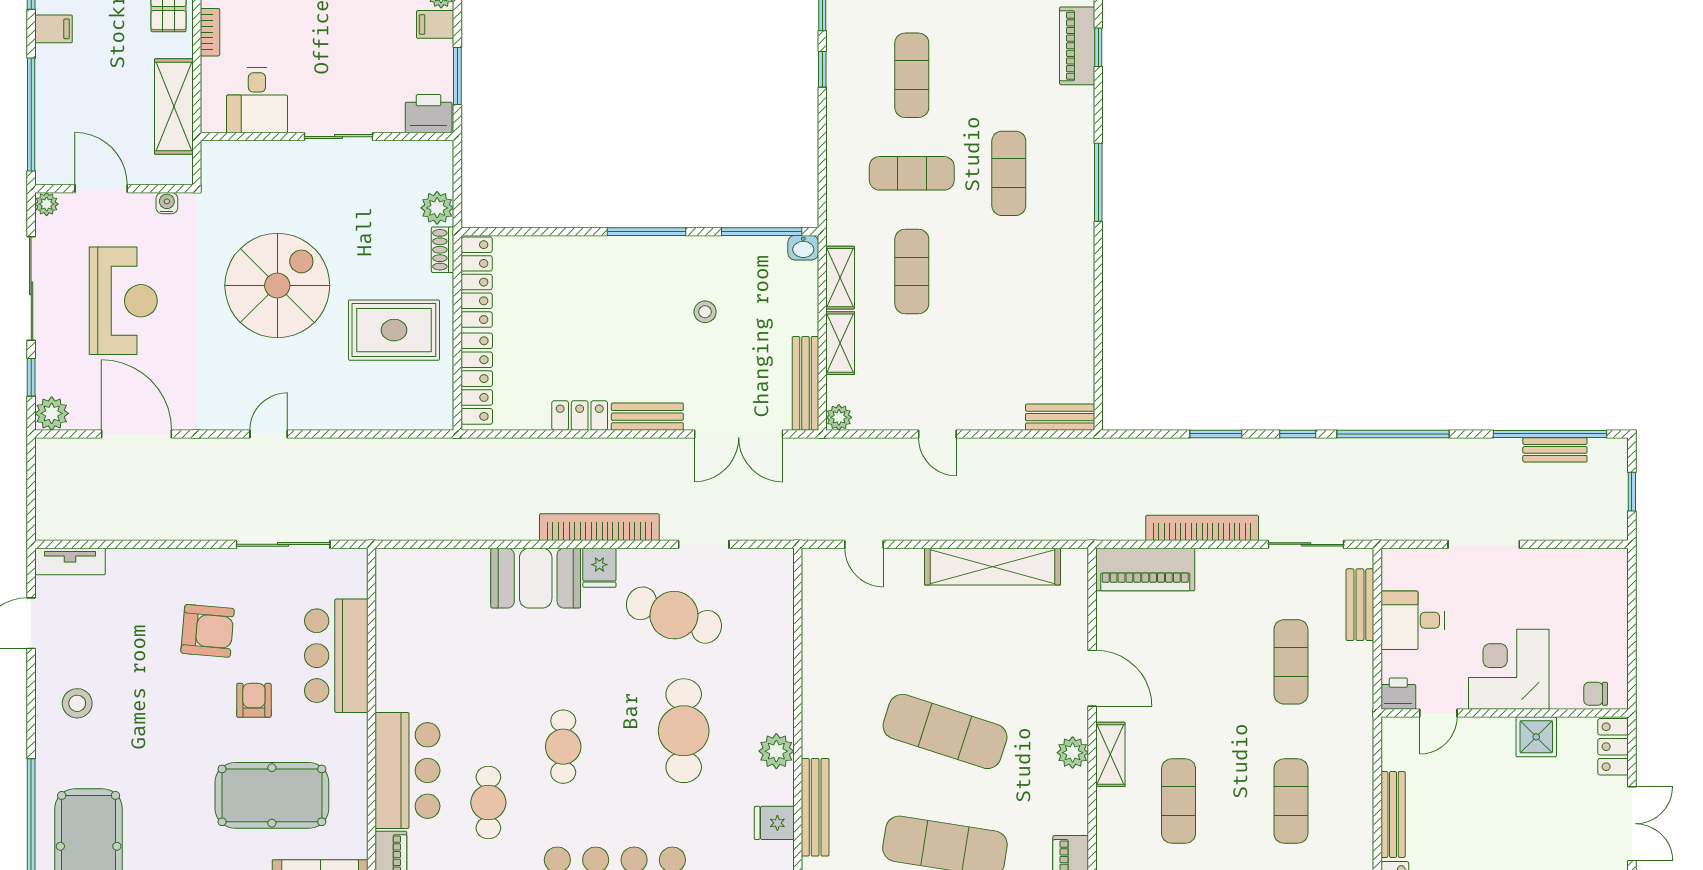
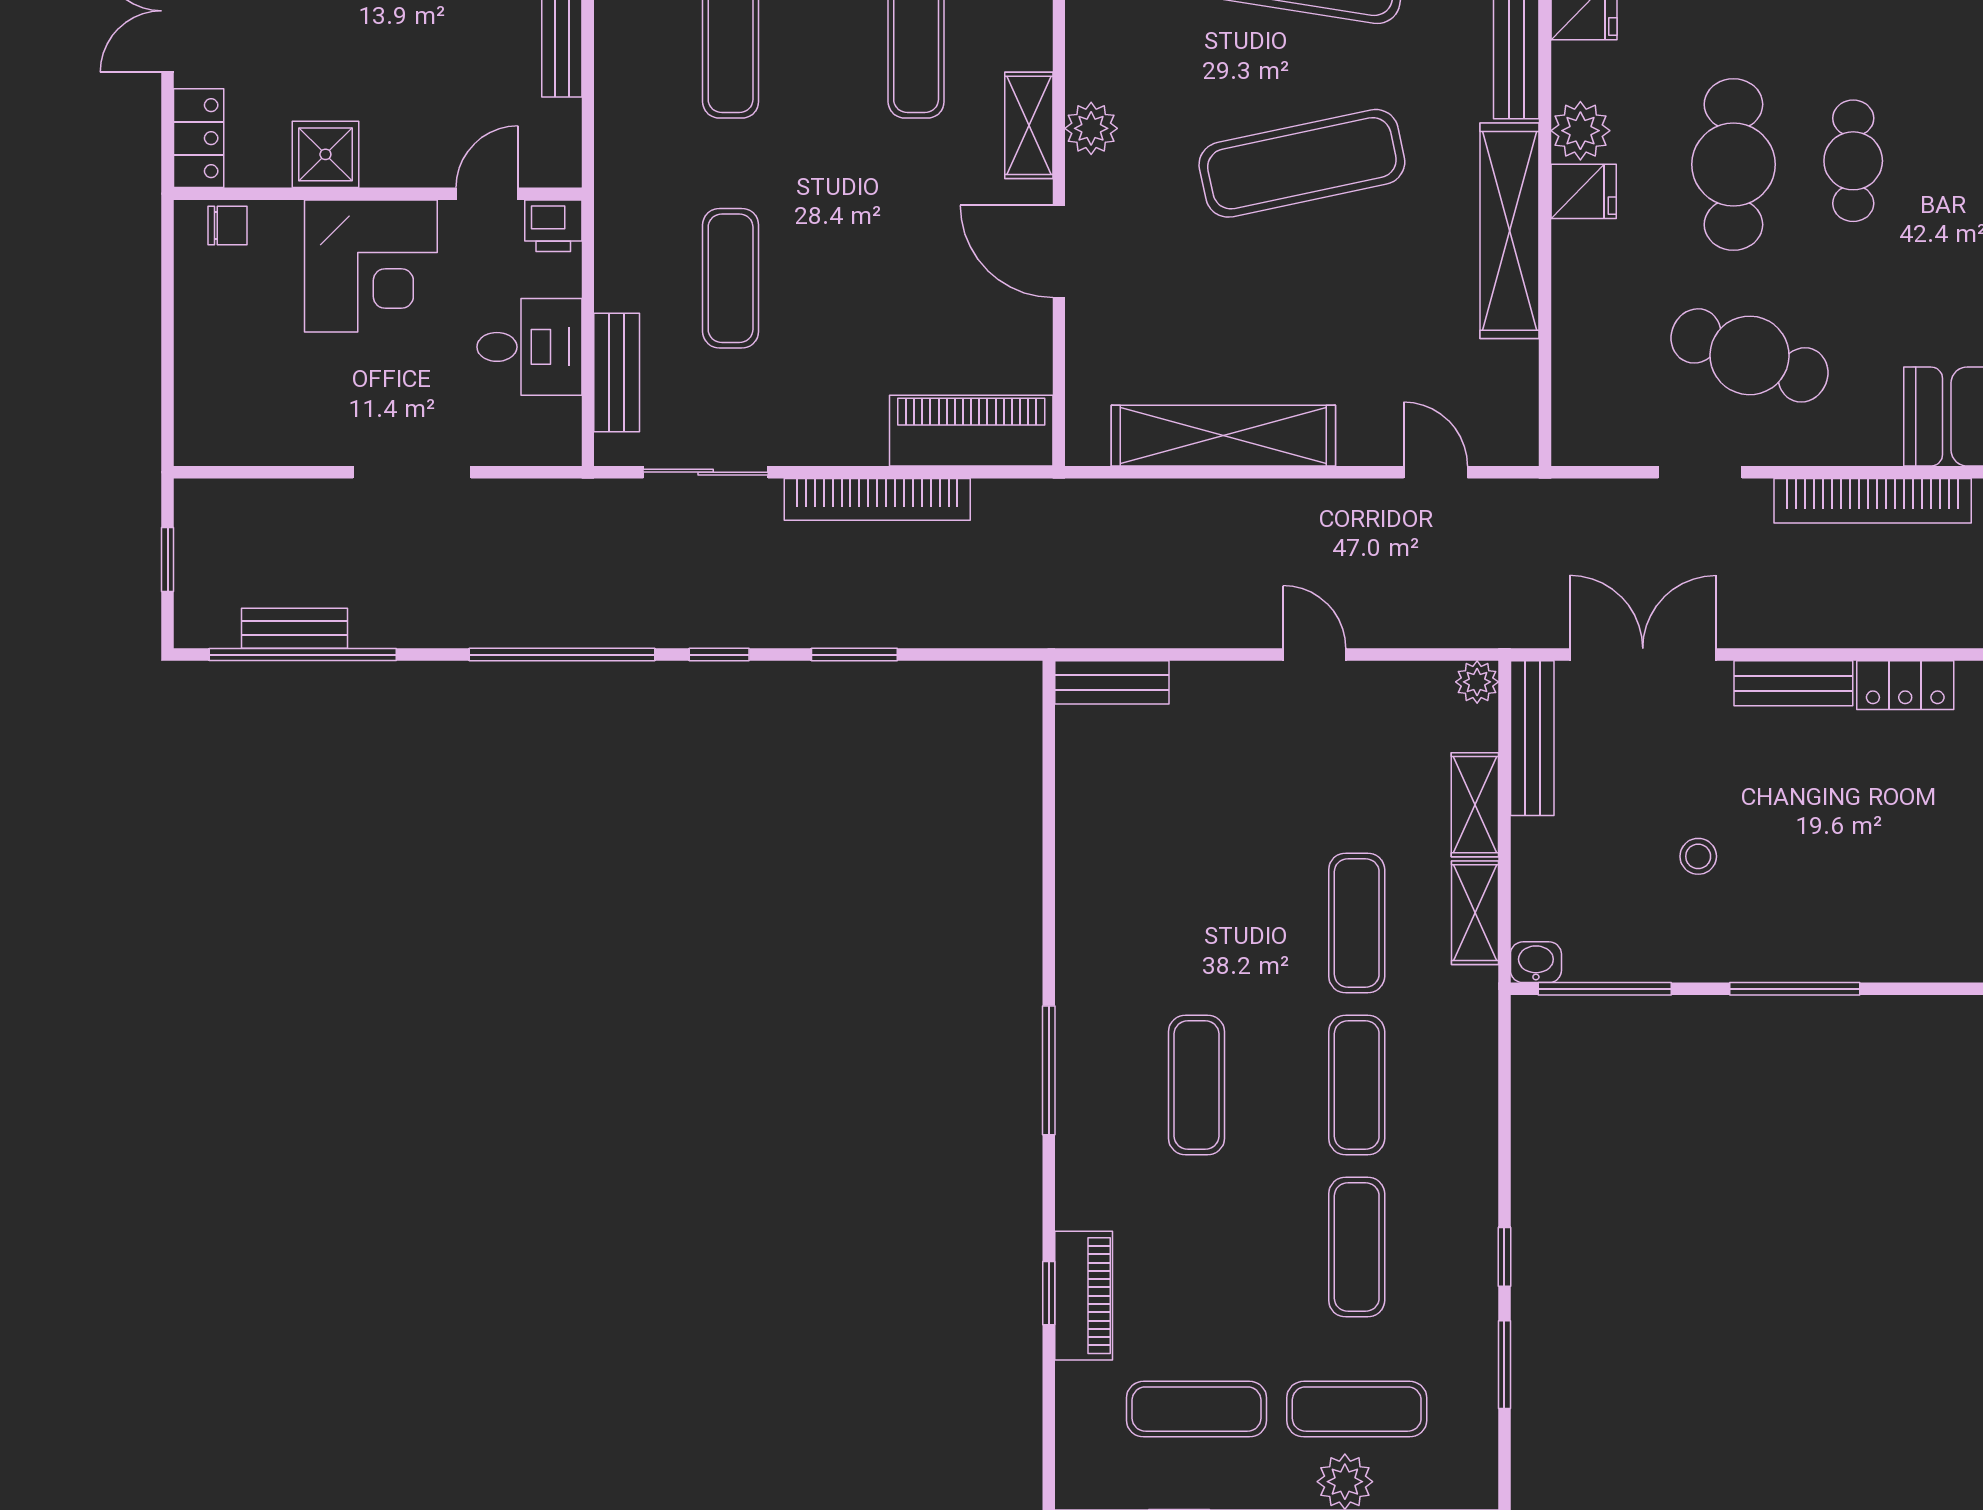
exercise mat: (912, 173) -> (1357, 1085), turned 90
fridge: (599, 568) -> (1584, 191), moved, turned 90
shelving: (819, 691) -> (1510, 231), added
exercise mat: (945, 731) -> (1302, 163), turned -30
cafe table: (563, 747) -> (1853, 161), moved

